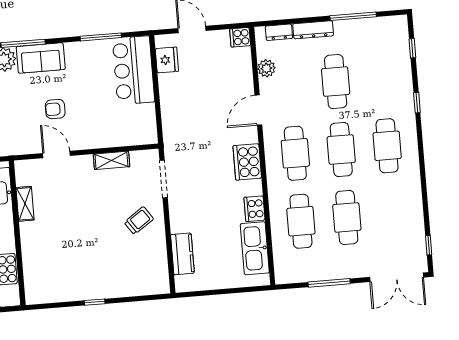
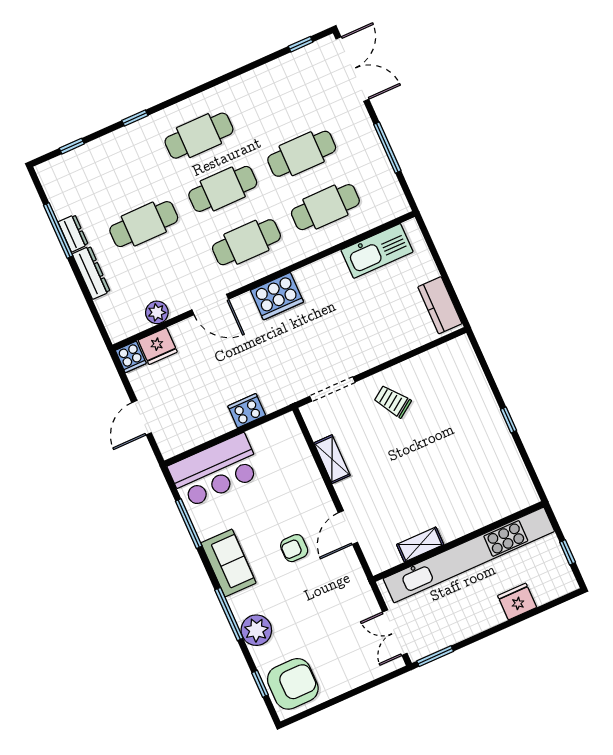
dresser: (279, 32) -> (73, 233), moved
sofa: (41, 58) -> (228, 563), moved
fridge: (167, 60) -> (158, 346), moved, turned 180
armchair: (55, 109) -> (294, 548), turned 90
cooker: (254, 209) -> (247, 411), moved, turned 180
kitchen counter: (182, 254) -> (440, 305), moved, turned -90

